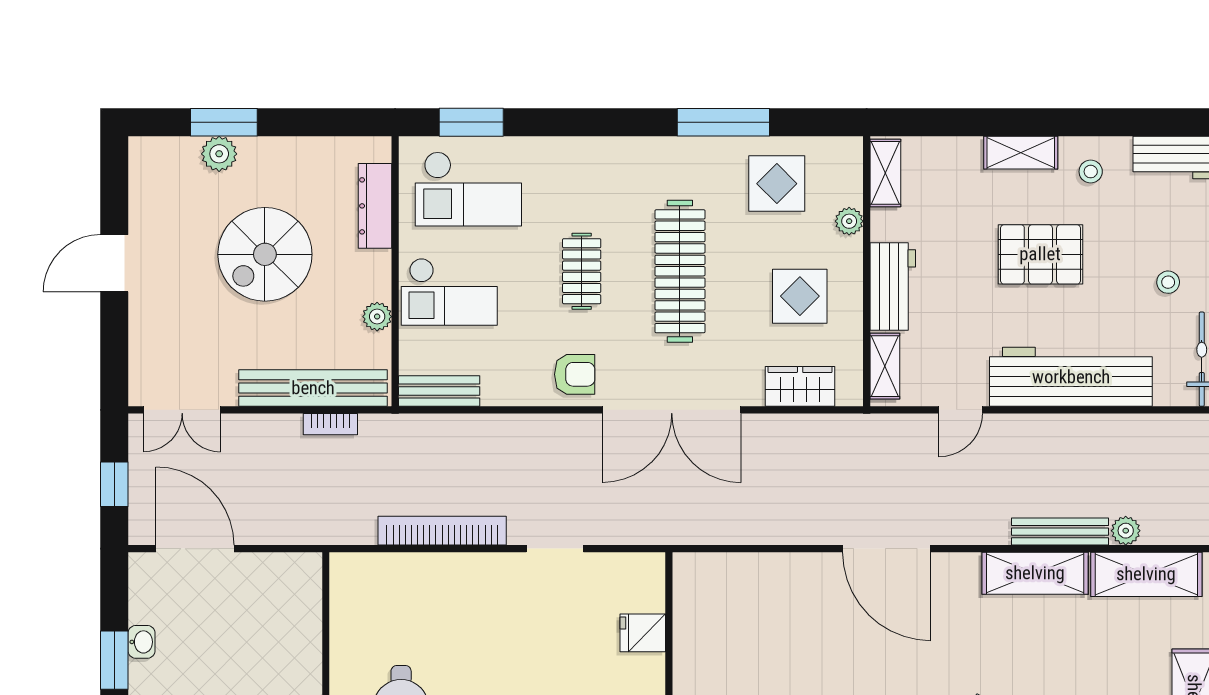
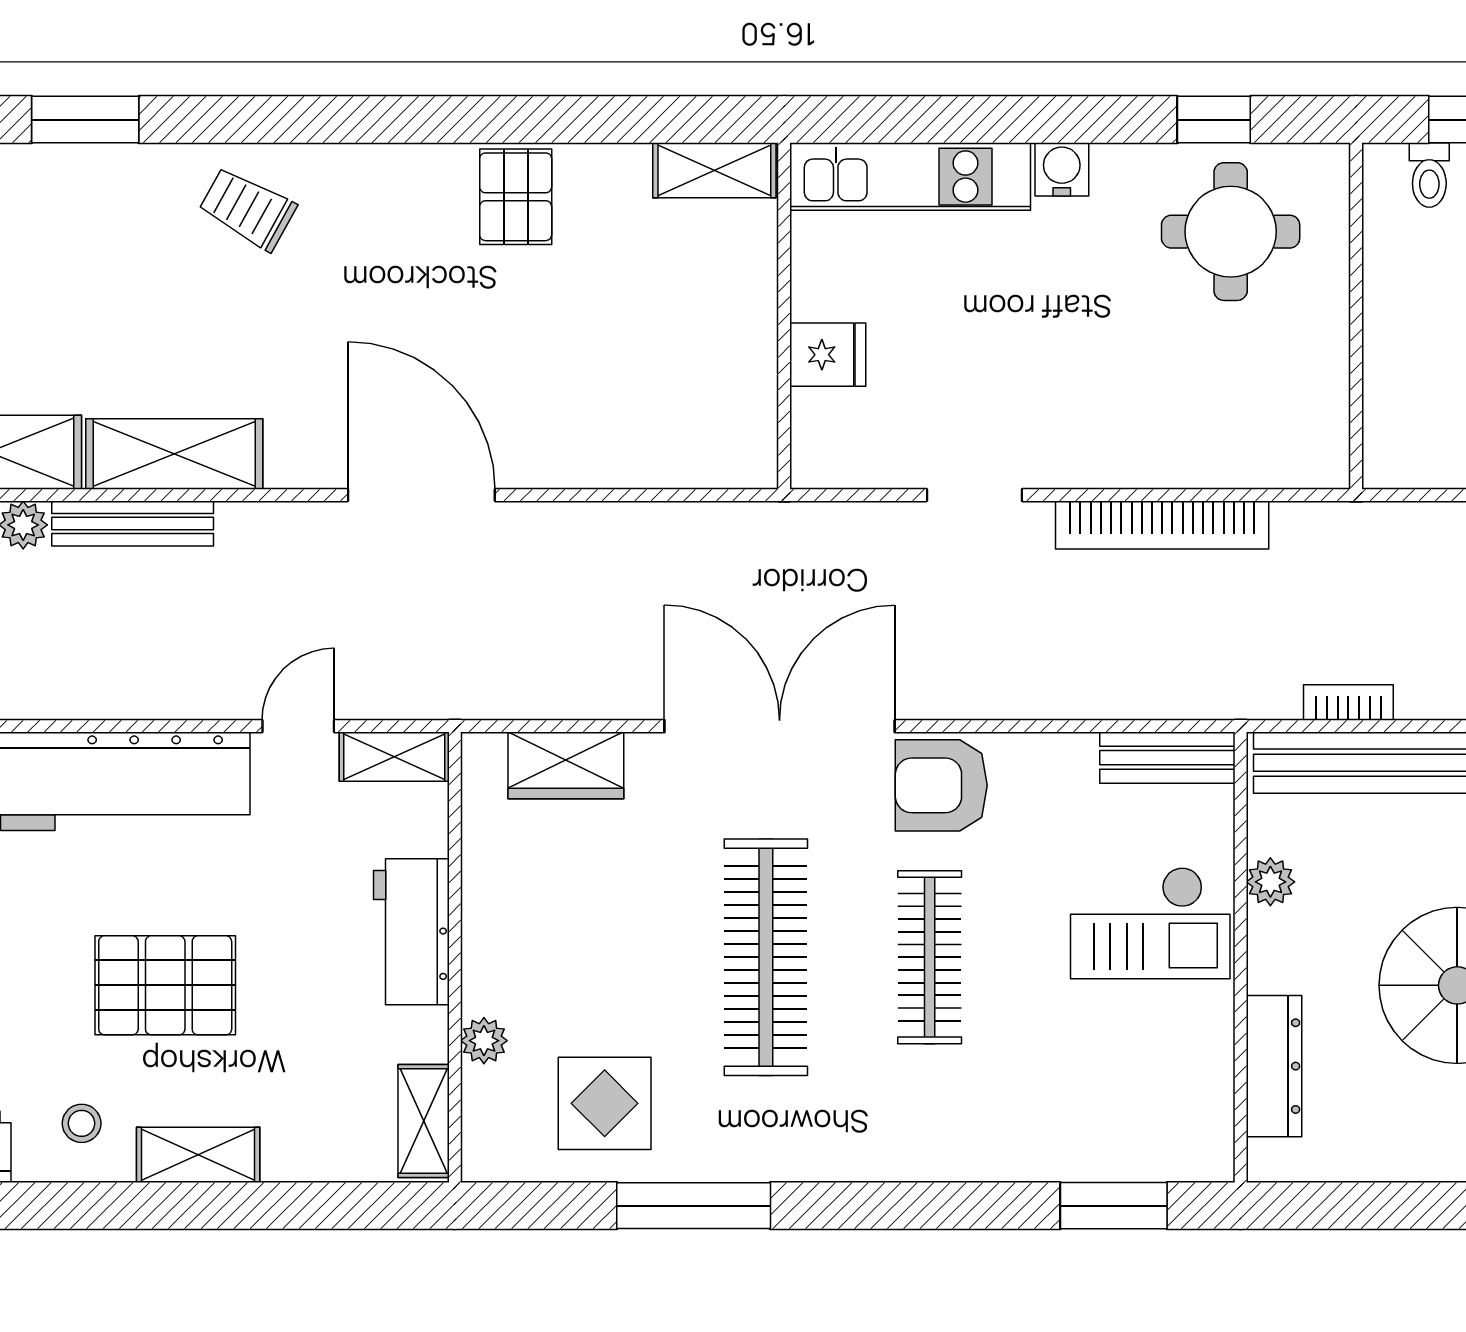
checkout: (468, 189) -> (1118, 1094), removed
clothes rail: (582, 271) -> (930, 957), width x1.36
checkout: (449, 292) -> (1150, 923), turned 180
display table: (800, 296) -> (566, 916), removed
shelving: (885, 366) -> (394, 757), moved, turned 90
armchair: (575, 374) -> (941, 785), width x1.38, depth x1.38

